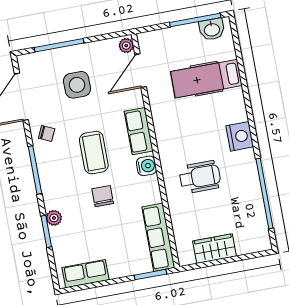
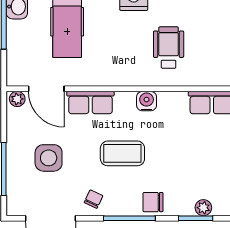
row of seats: (139, 131) -> (90, 103), moved
chair: (103, 196) -> (153, 202), moved
plant: (54, 218) -> (203, 208), moved

